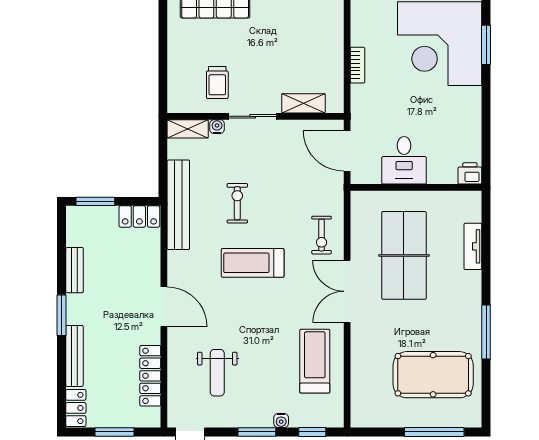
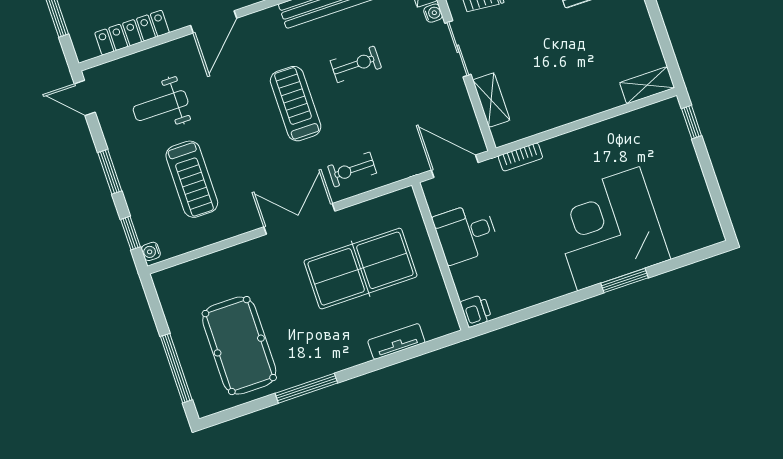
bookcase: (357, 65) -> (520, 157), moved
door: (347, 151) -> (455, 166), hinge flipped
treadmill: (315, 361) -> (192, 179), moved, turned 90
water cooler: (281, 420) -> (151, 251), moved

